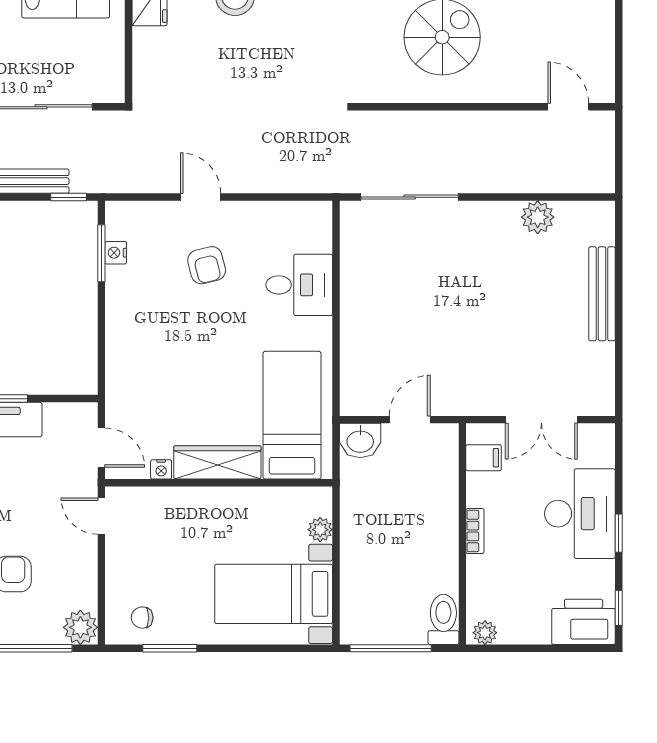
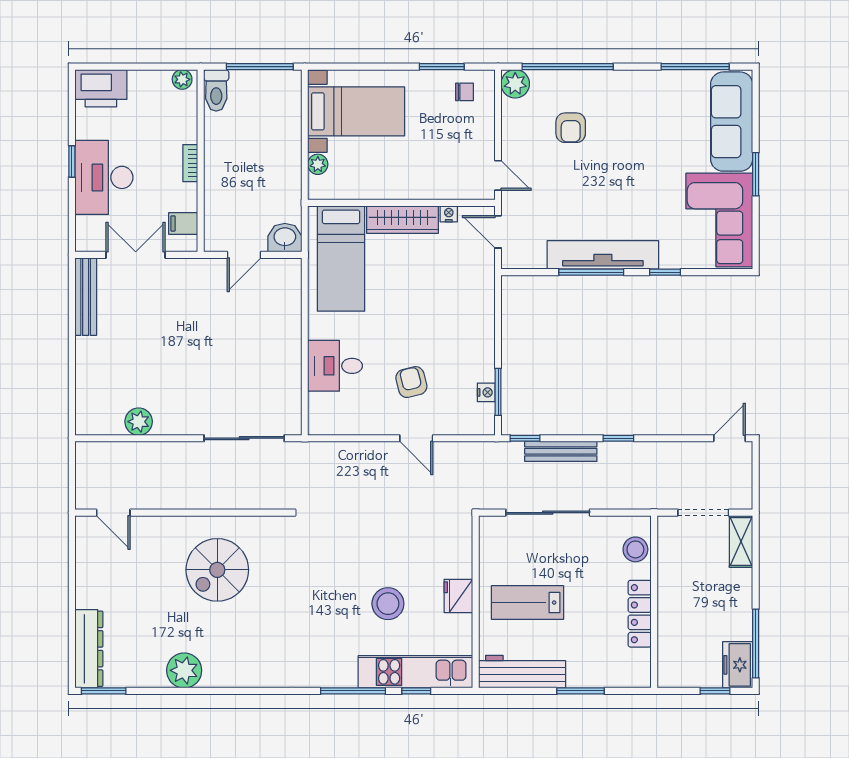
bench: (602, 294) -> (86, 297), moved
window: (619, 608) -> (72, 100), removed

